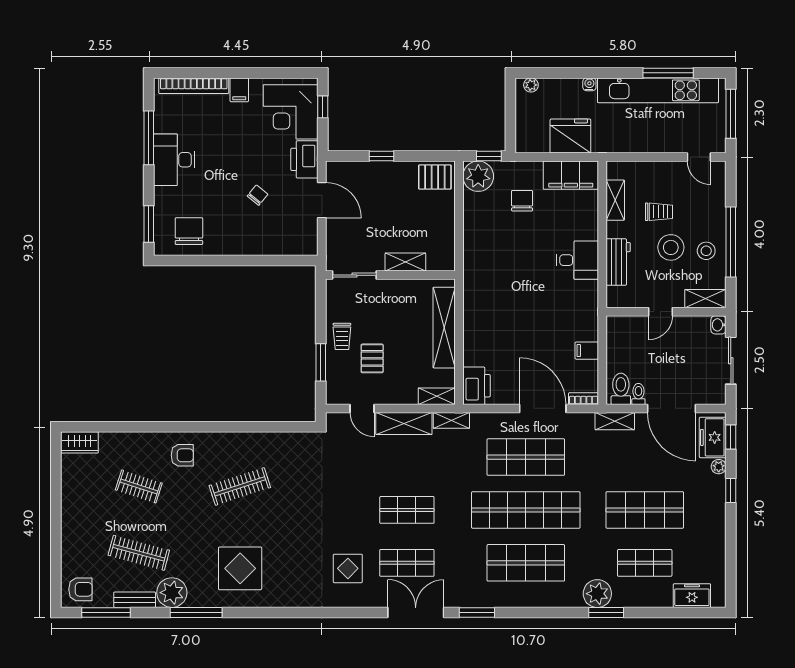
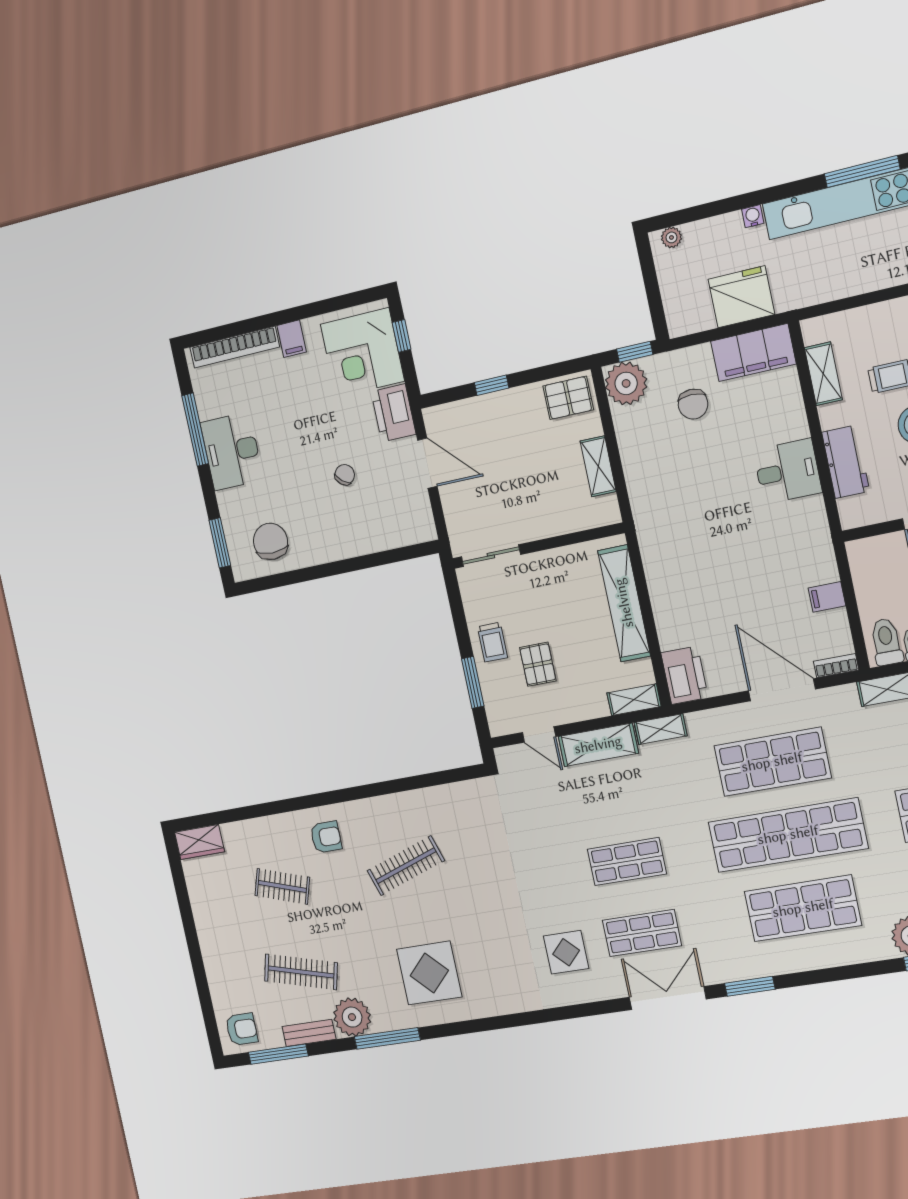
chair: (522, 201) -> (693, 404), turned 180
shelving: (405, 262) -> (598, 466), moved, turned 90

